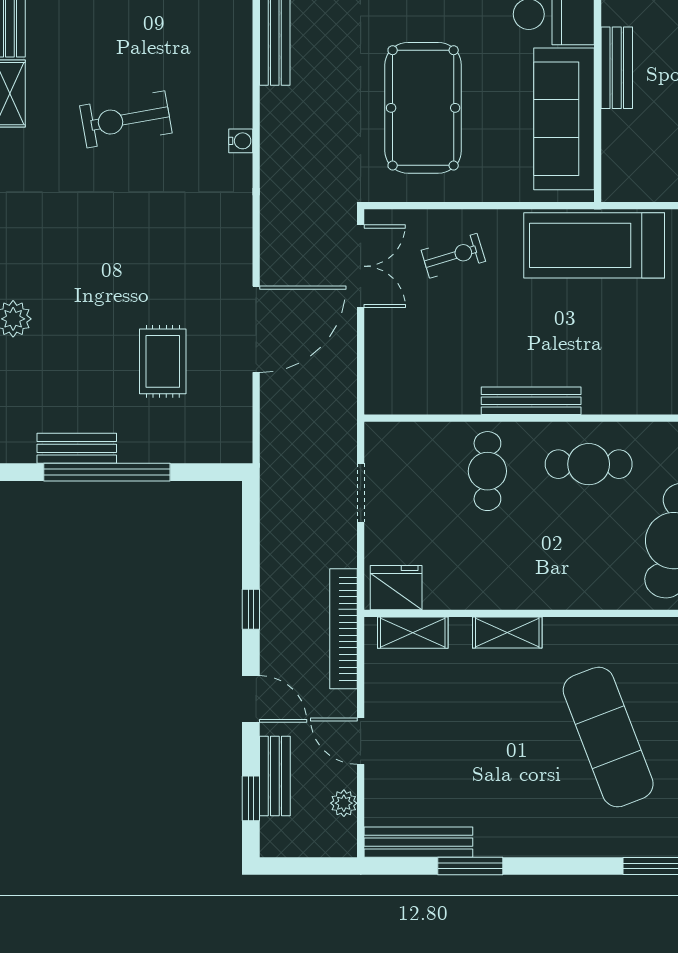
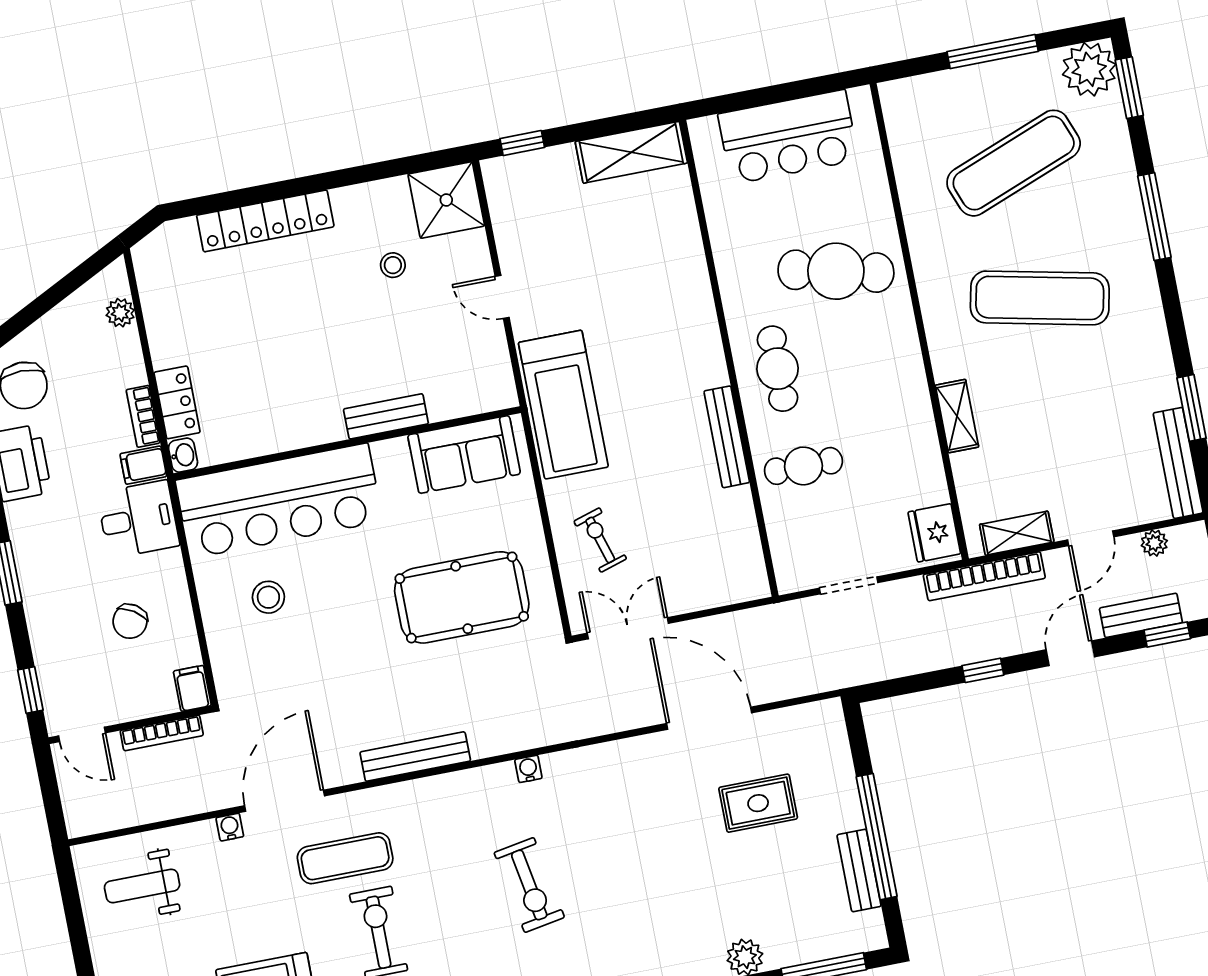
sofa: (564, 119) -> (464, 454), width x0.73
shelving: (413, 633) -> (1017, 533), moved, turned 90
exercise mat: (608, 737) -> (1040, 298), turned 33

